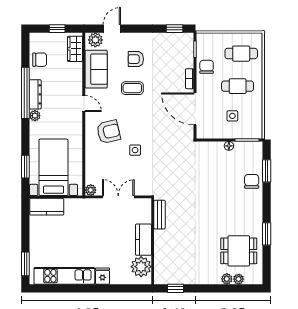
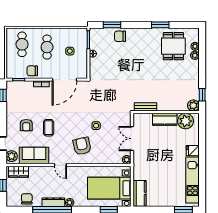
door: (84, 104) -> (60, 165), swing flipped
plant: (161, 277) -> (193, 105), added

